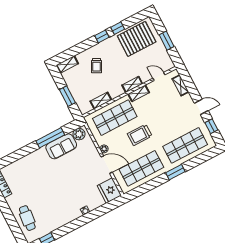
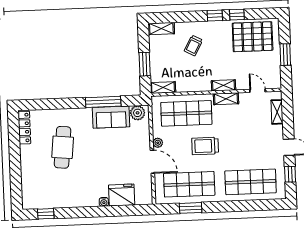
shelving: (101, 101) -> (163, 88), moved
window: (175, 172) -> (191, 208), moved
fridge: (109, 191) -> (122, 195), moved, turned 90
cafe table: (27, 218) -> (63, 147), moved, width x1.37, depth x1.35

